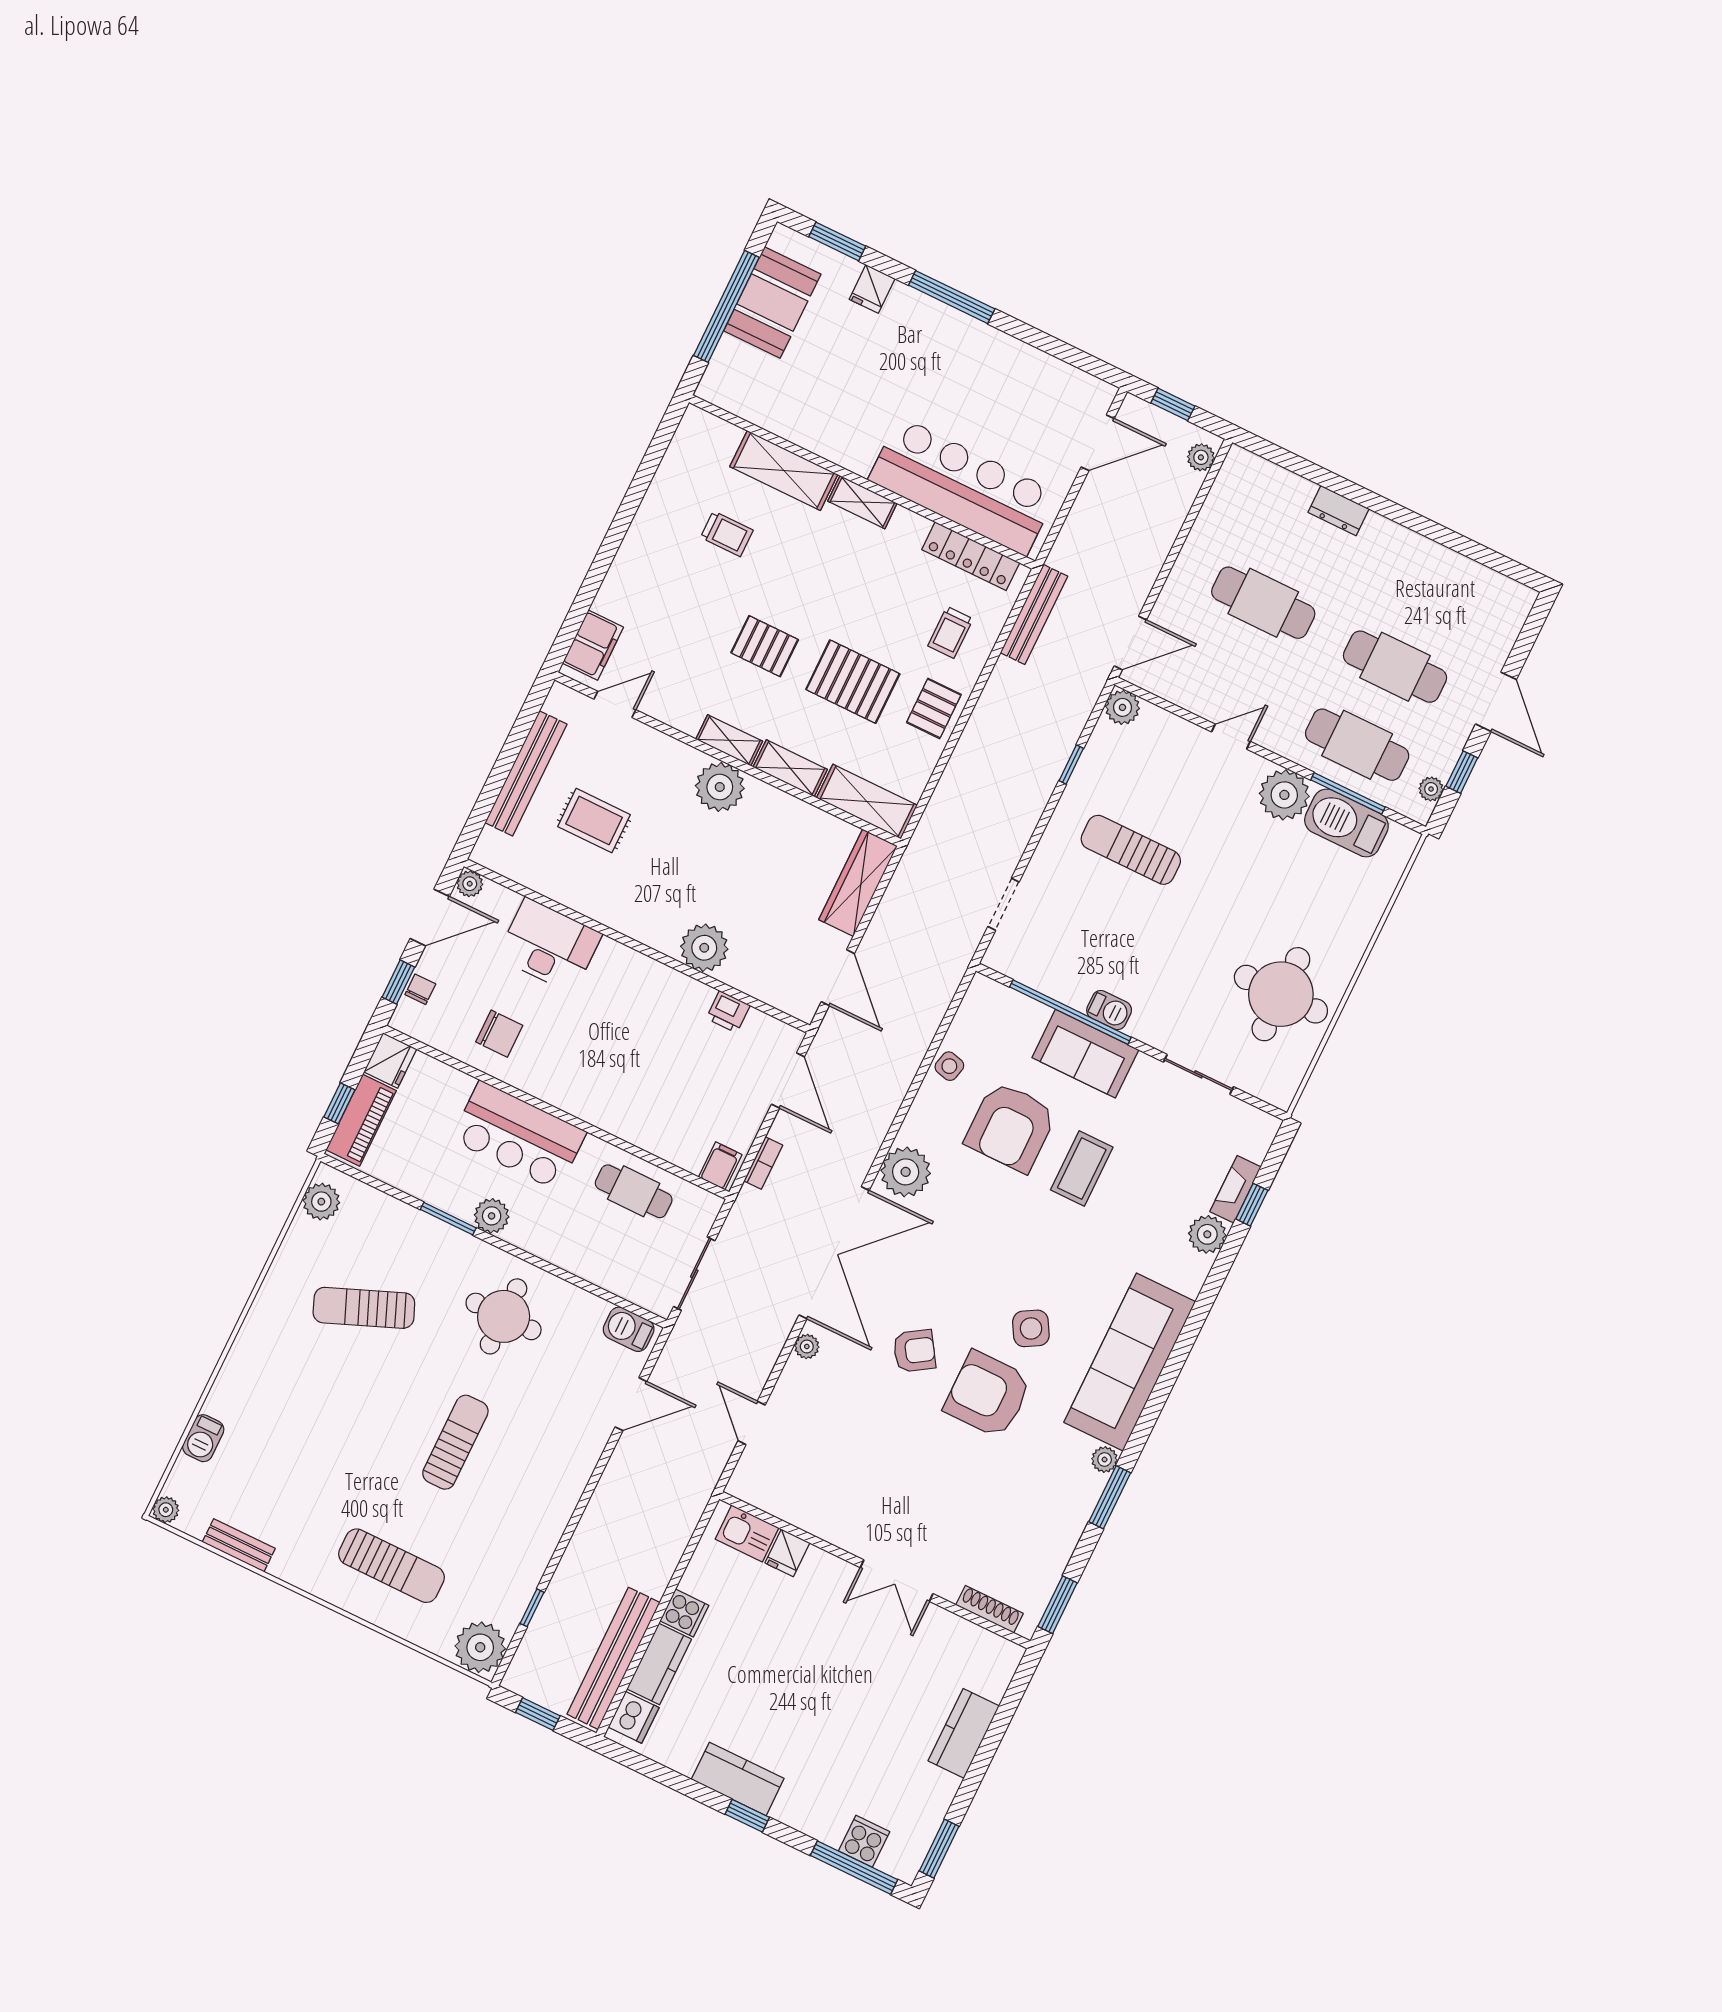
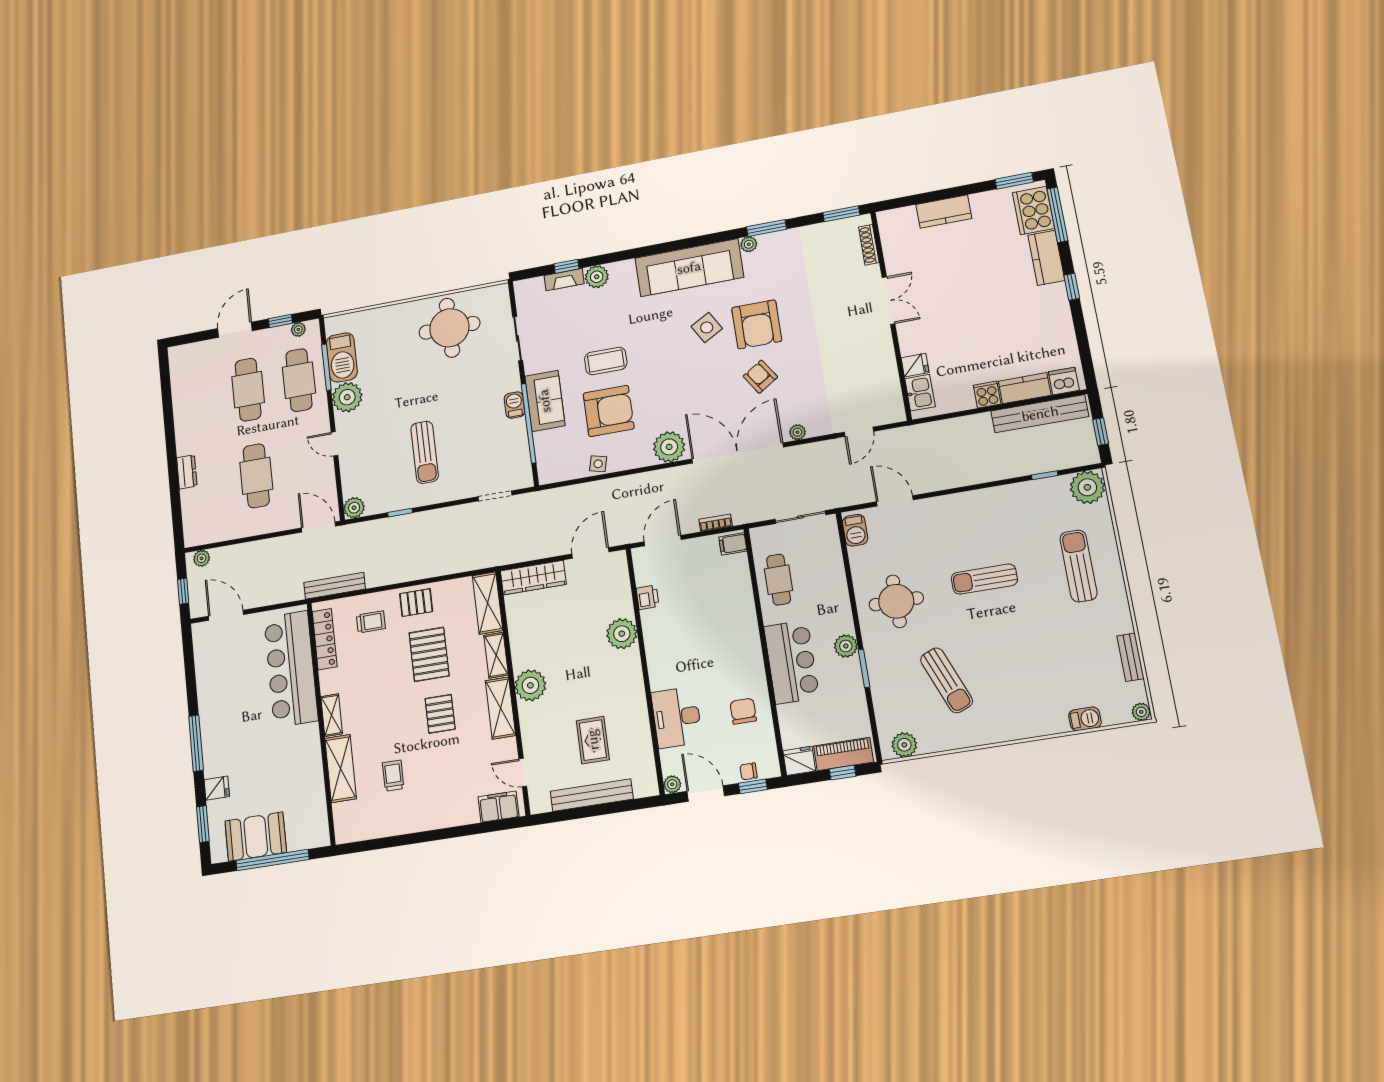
shelving: (729, 740) -> (501, 708), width x1.50, depth x1.33
kitchen counter: (738, 1779) -> (1046, 258), moved
cooker: (864, 1841) -> (1033, 211), width x1.87, depth x1.31

